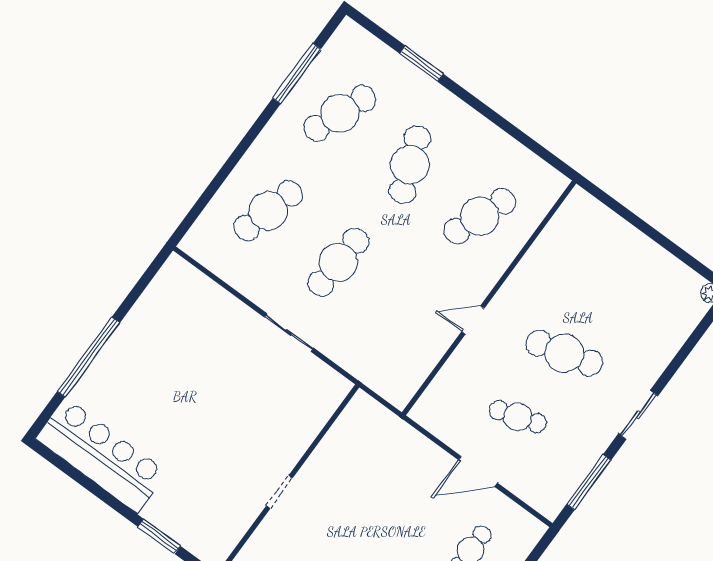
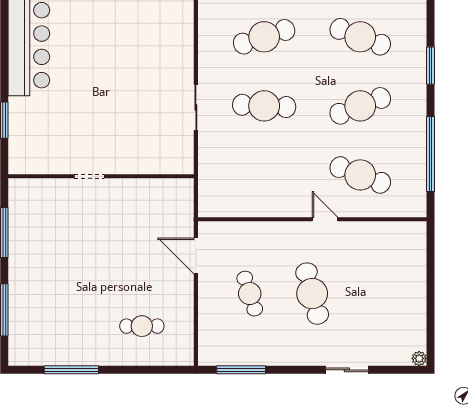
window: (511, 129) -> (430, 154), added
cafe table: (268, 211) -> (264, 37), turned -33
door: (473, 320) -> (325, 219), moved
sliding door: (638, 415) -> (347, 370), moved
door: (478, 471) -> (196, 256), moved

